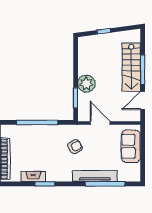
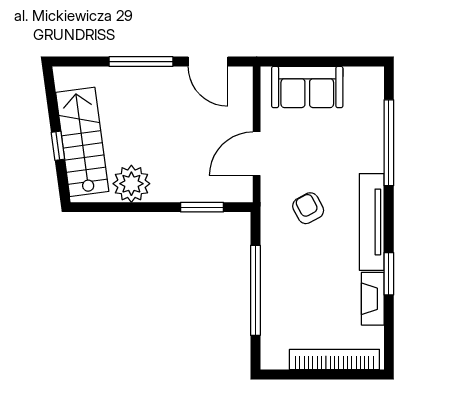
stairs: (131, 67) -> (82, 142), moved, turned -98
plant: (86, 84) -> (131, 184), moved
tv unit: (95, 176) -> (372, 222), moved

